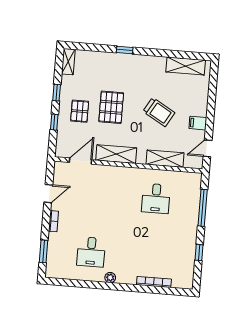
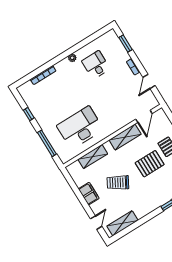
pallet: (111, 107) -> (150, 164), turned 90
filing cabinet: (198, 123) -> (89, 194), width x2.00
door: (208, 148) -> (96, 223), moved
desk: (156, 199) -> (80, 128), width x1.87, depth x1.30

